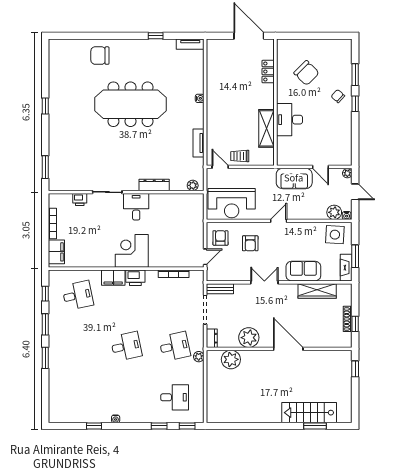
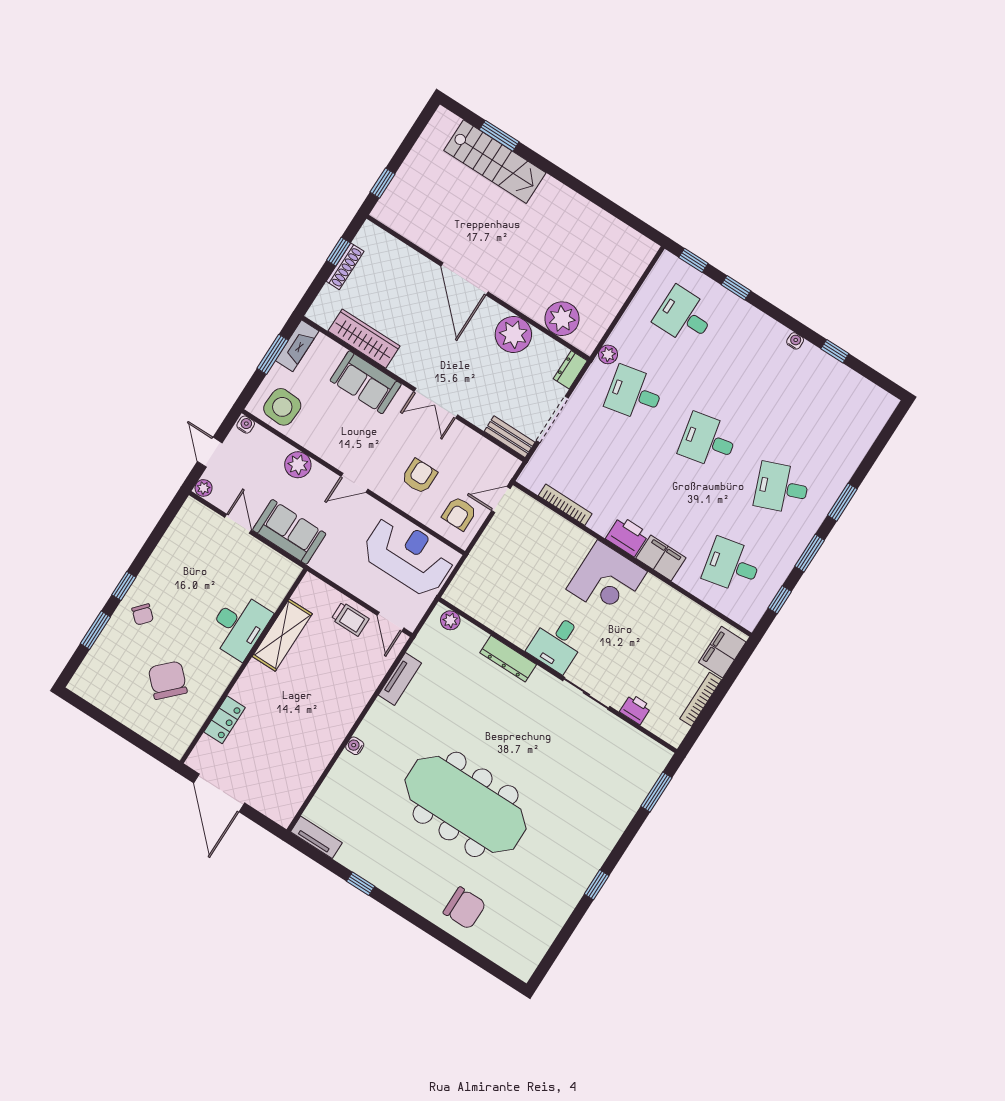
plant: (334, 212) -> (298, 465), moved
desk: (78, 346) -> (782, 488), added

